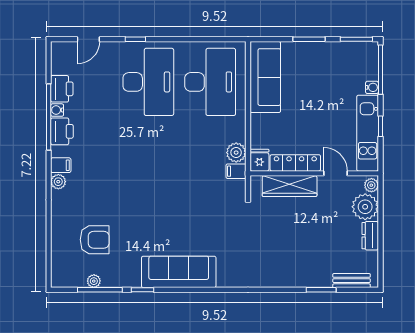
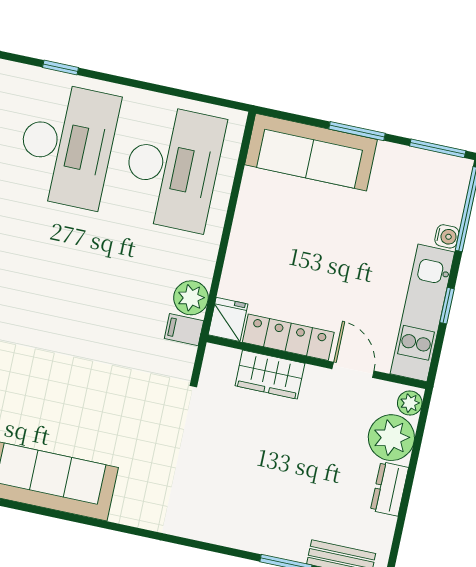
sofa: (265, 77) -> (311, 152), moved, turned 90
wardrobe: (290, 186) -> (270, 375), width x0.67

